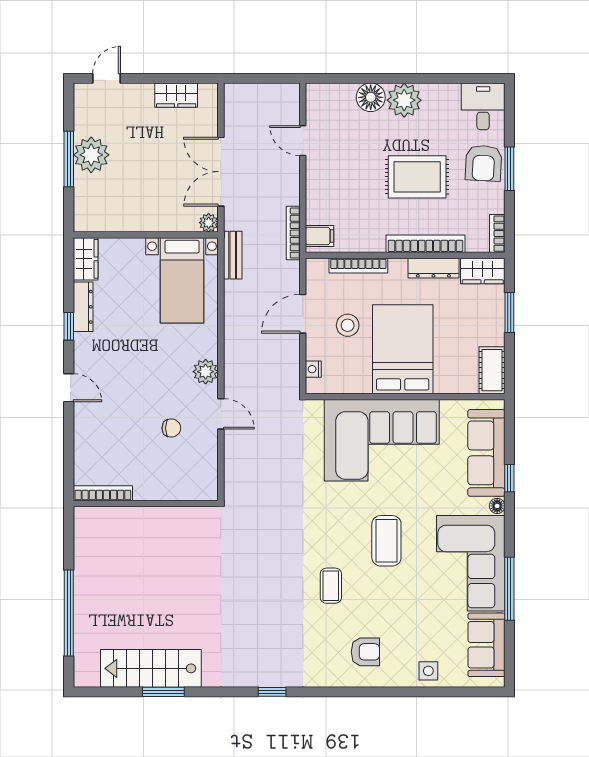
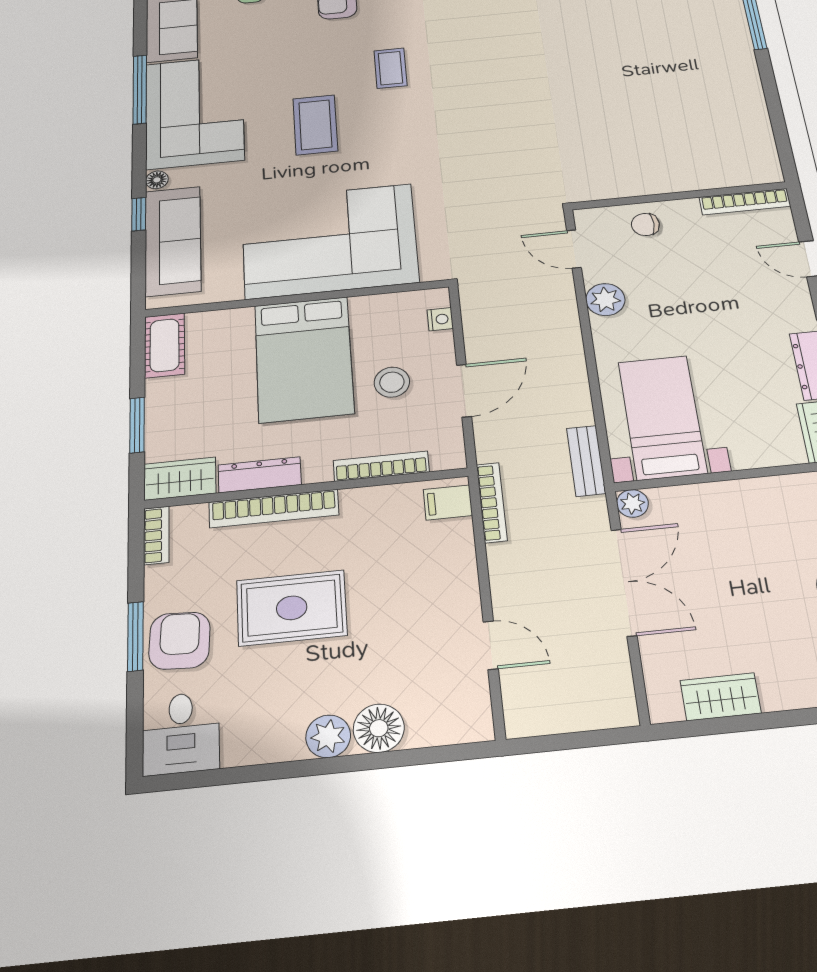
plant: (404, 100) -> (328, 736), width x0.73, depth x0.73
bookcase: (103, 493) -> (745, 202), moved
wall: (146, 504) -> (679, 196), moved

